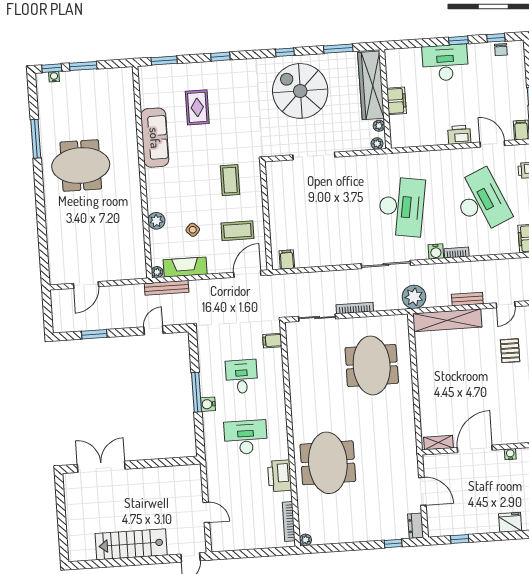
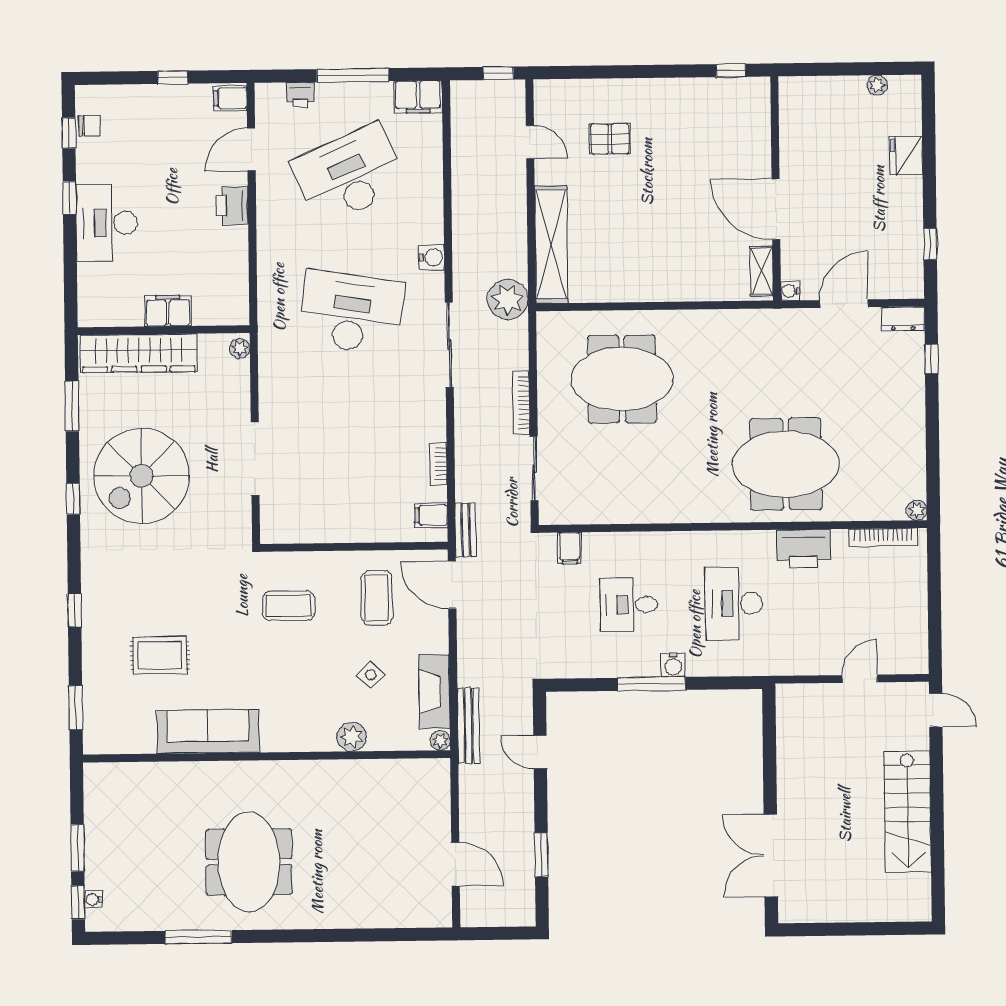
plant: (379, 126) -> (209, 343), removed
bookcase: (457, 253) -> (438, 464), moved
bench: (467, 299) -> (466, 530), moved
water cooler: (510, 454) -> (790, 291), moved

